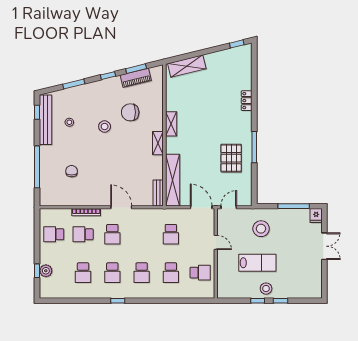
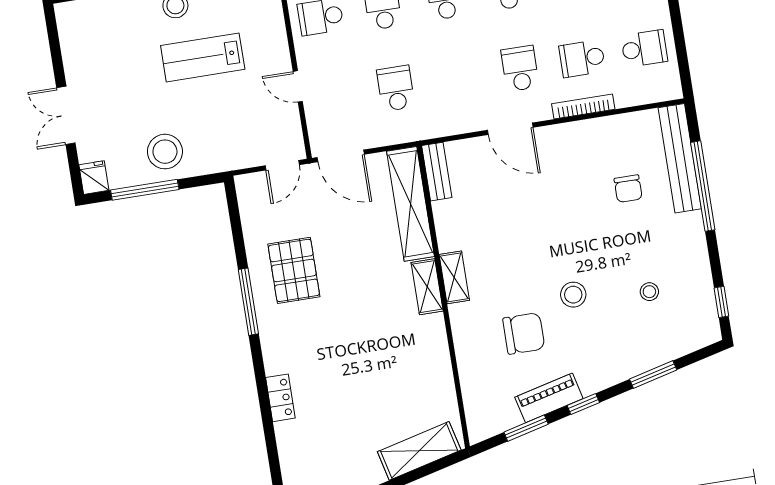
piano: (136, 78) -> (549, 398), moved
bench: (46, 120) -> (680, 158), moved
shelving: (171, 124) -> (427, 287), moved
stool: (261, 229) -> (165, 152), moved
school desk: (83, 234) -> (582, 59), turned 180

